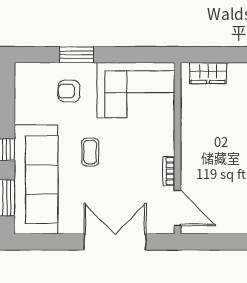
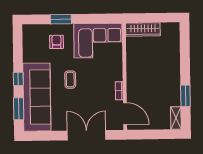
wardrobe: (208, 73) -> (143, 29), width x1.50
armchair: (69, 91) -> (57, 42), turned 90

